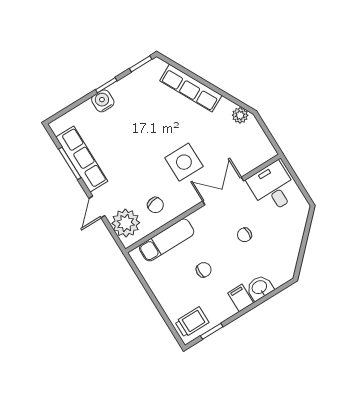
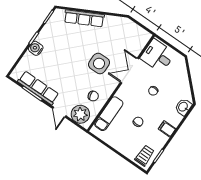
plant: (240, 115) -> (120, 22), removed
washbasin: (260, 288) -> (183, 107), moved

